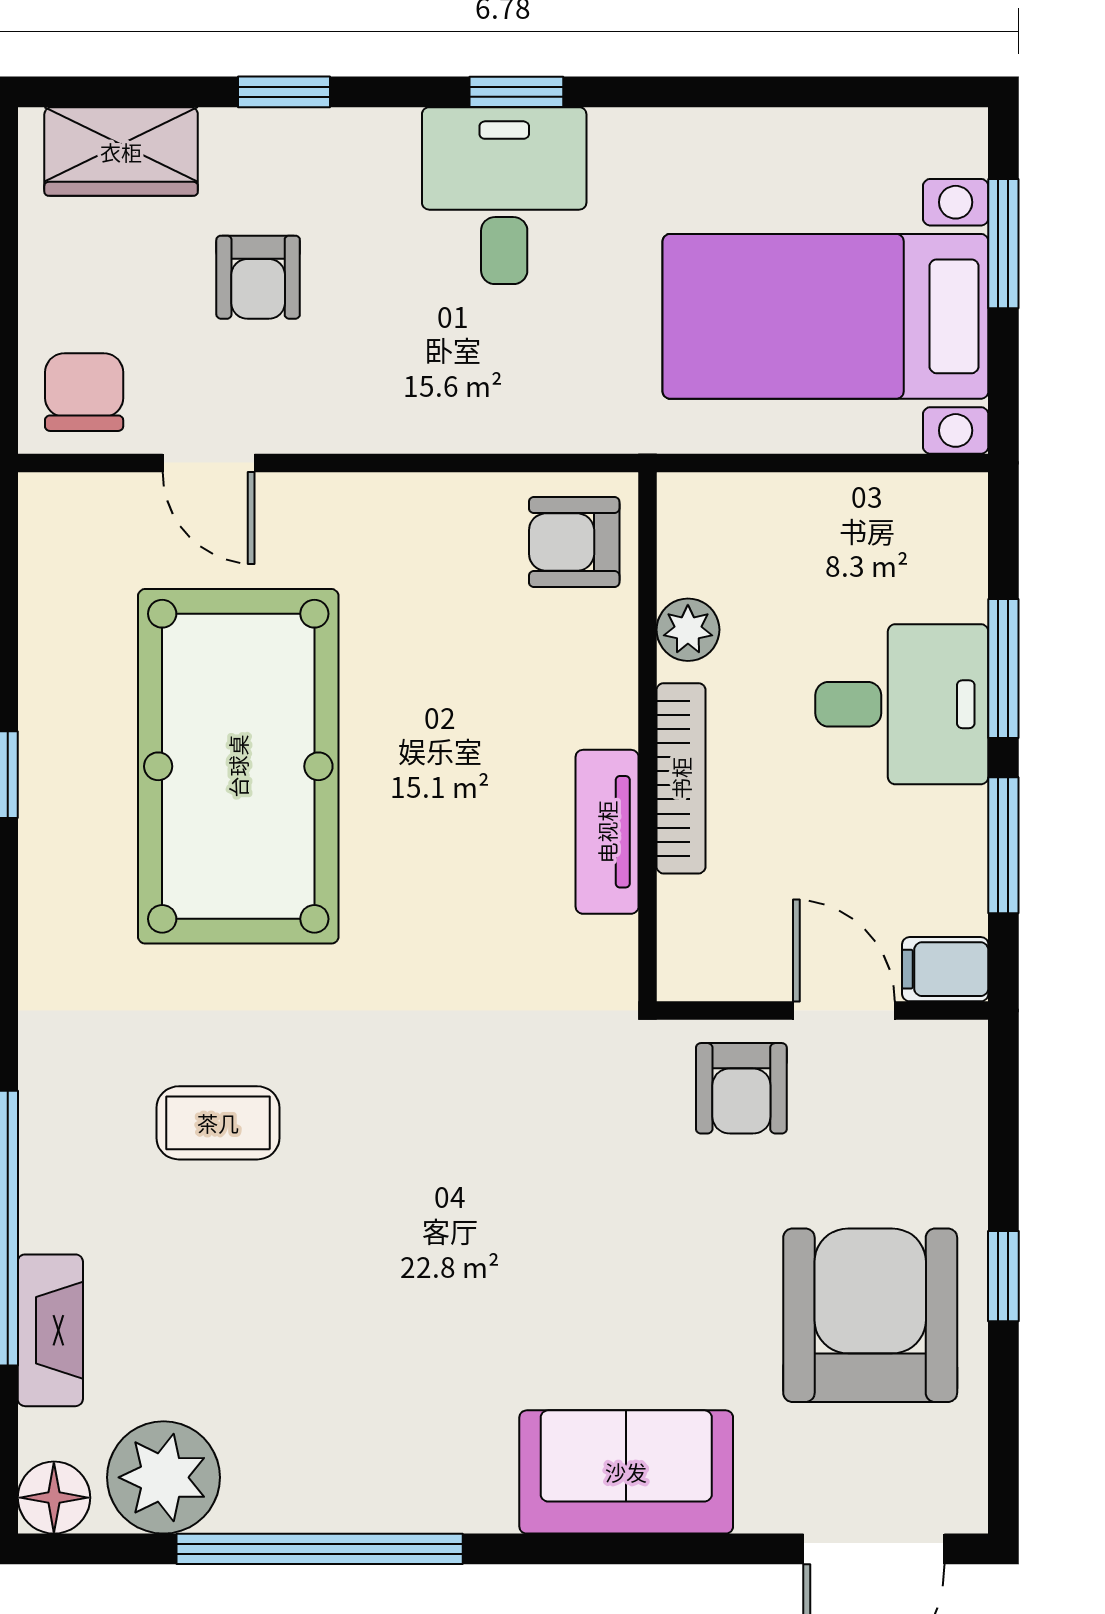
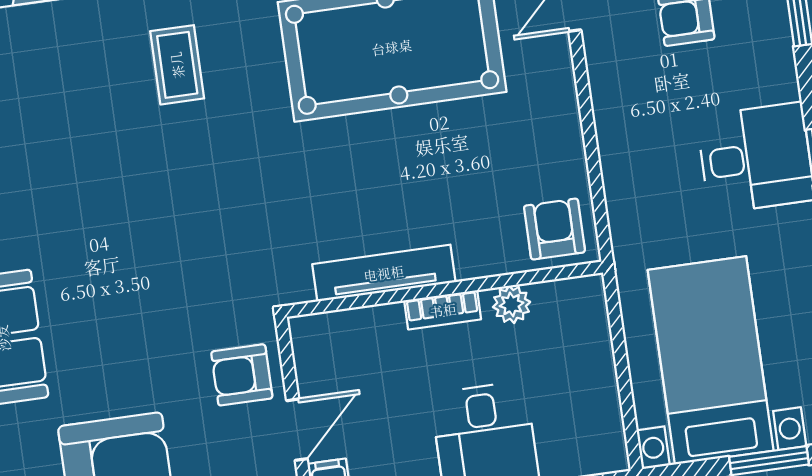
bookcase: (681, 778) -> (443, 310), width x0.64
tv unit: (607, 832) -> (384, 273), width x1.41

